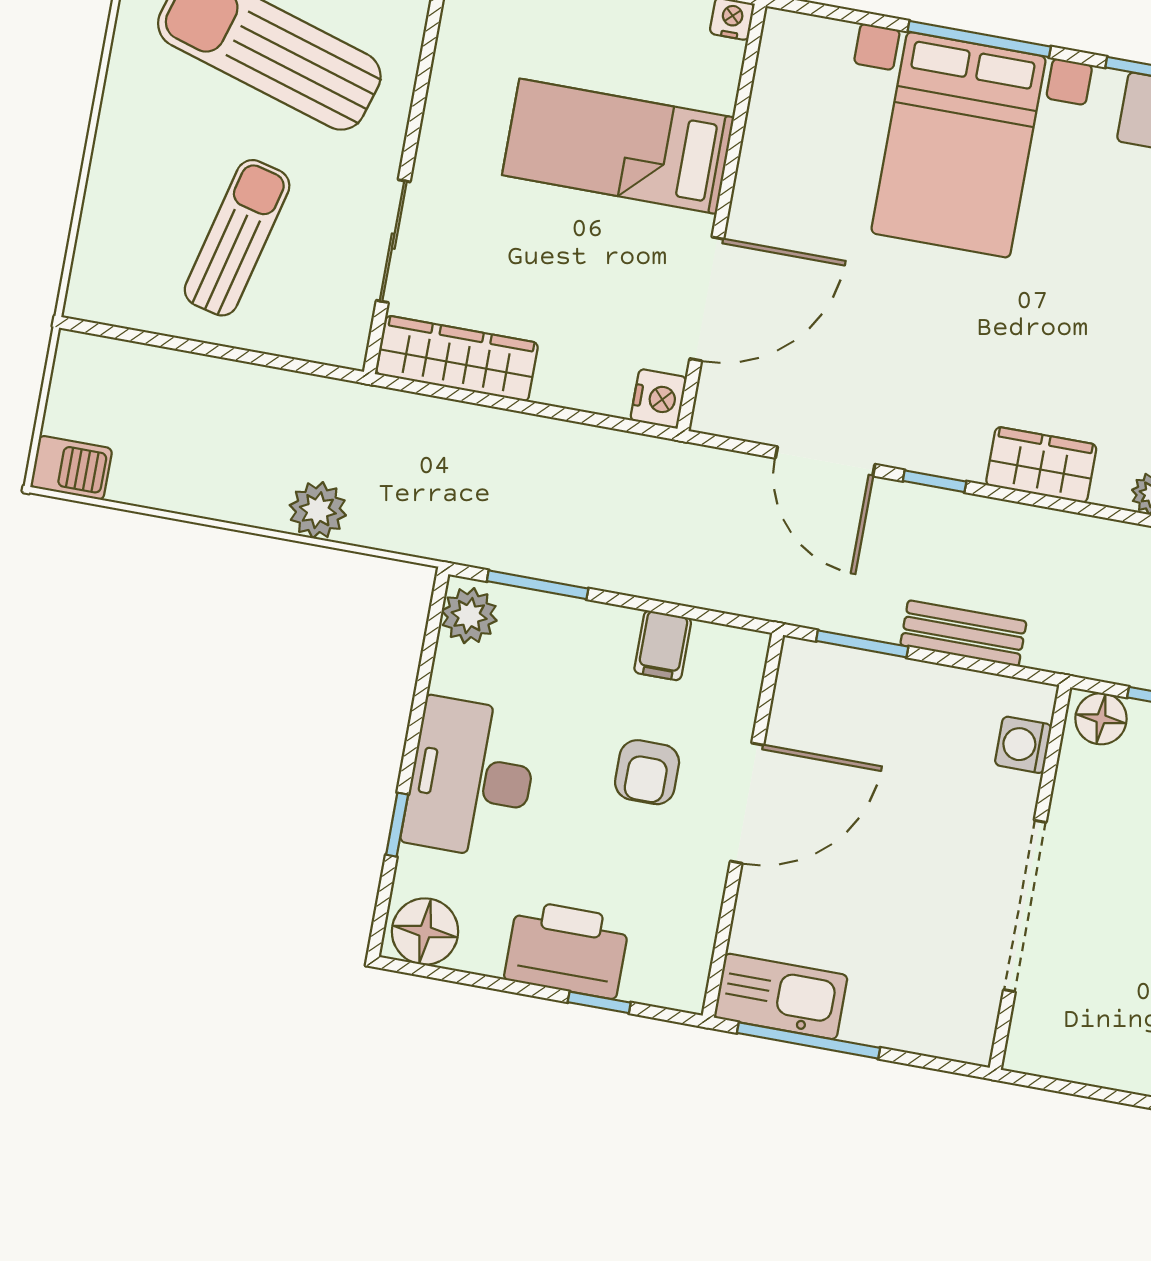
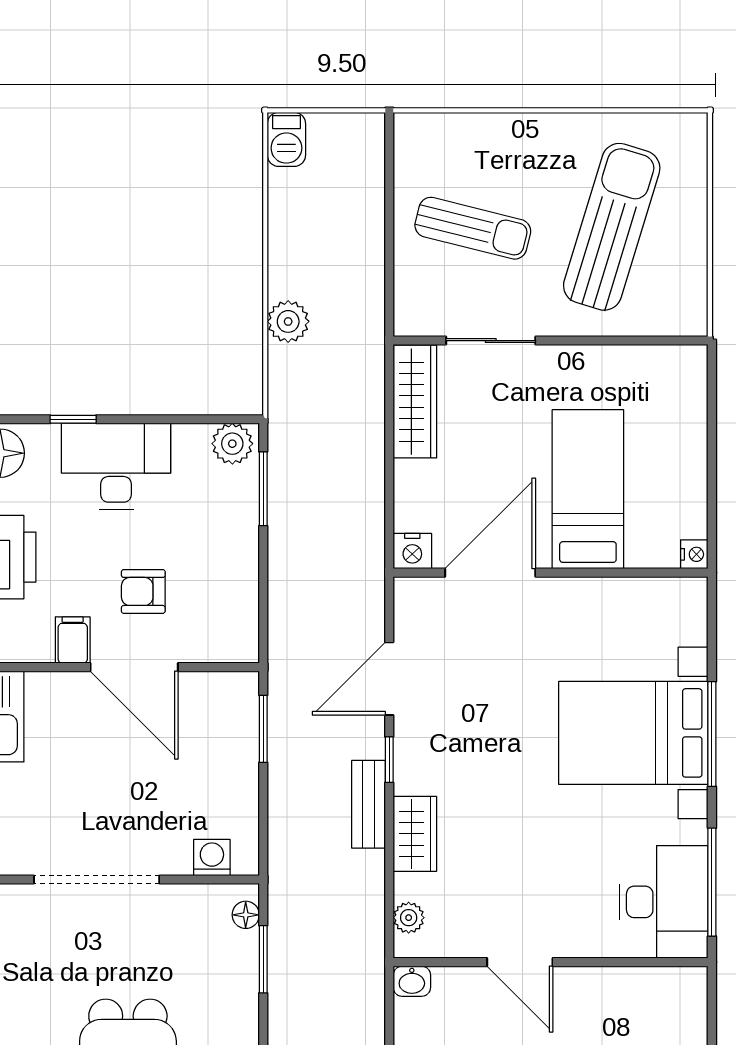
door: (707, 299) -> (490, 573), swing flipped
bench: (963, 633) -> (368, 804), moved
filing cabinet: (663, 645) -> (73, 640), moved, turned 90
floor lamp: (1101, 719) -> (246, 915), width x0.73, depth x0.73

